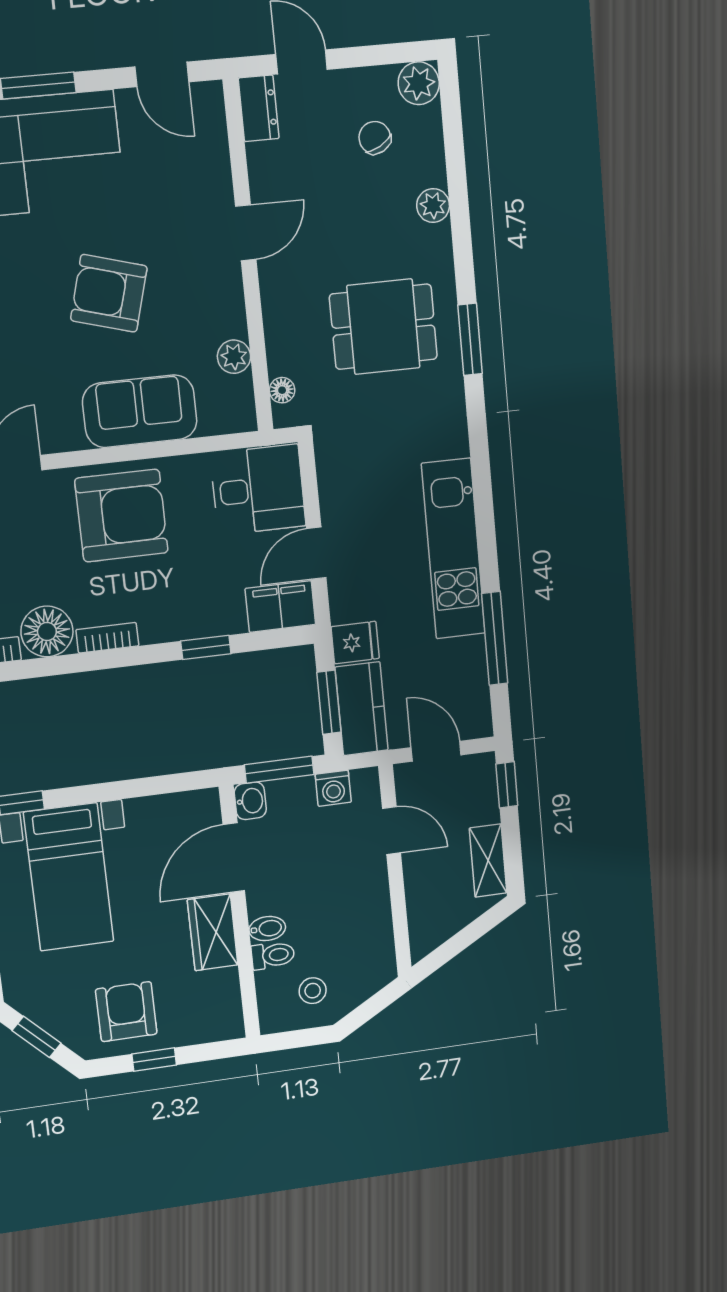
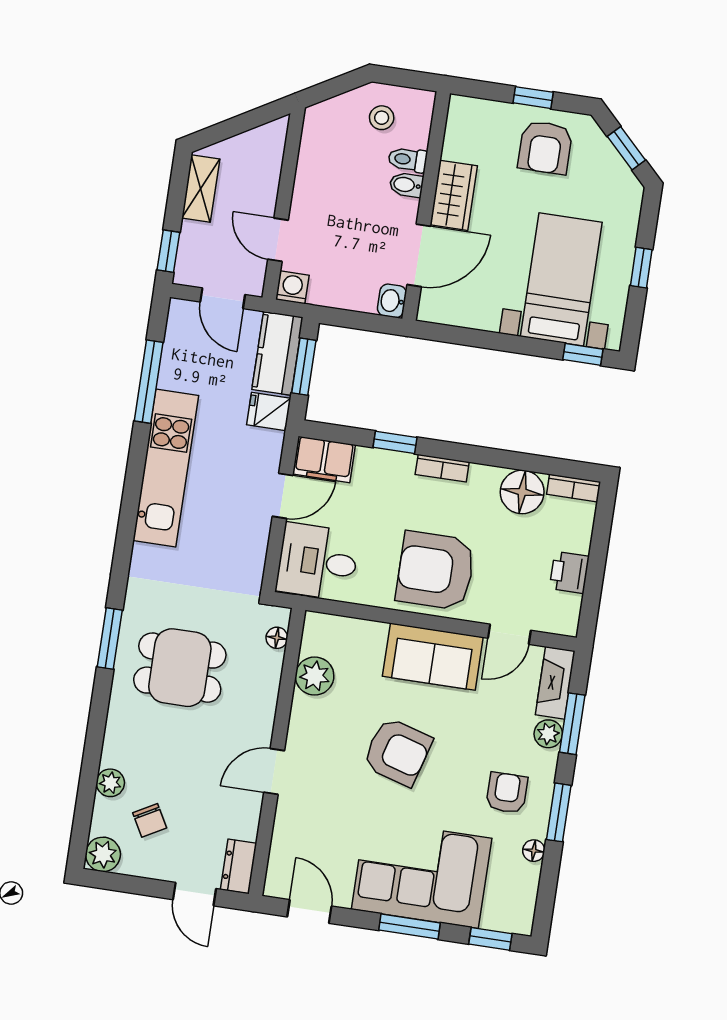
plant: (433, 205) -> (110, 783), moved
plant: (234, 357) -> (315, 676), width x1.38, depth x1.38
sofa: (140, 411) -> (433, 657), moved
bookcase: (107, 638) -> (442, 468), moved
window: (279, 770) -> (361, 321), removed
washing machine: (333, 788) -> (292, 287), moved

